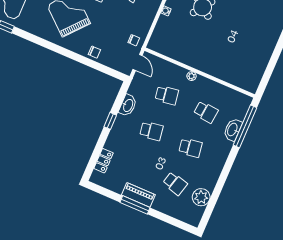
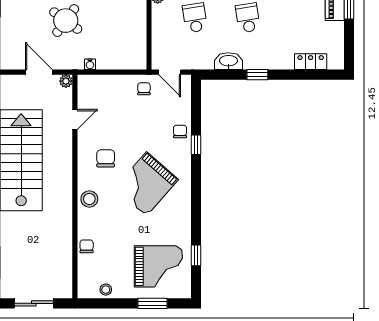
window: (81, 59) -> (196, 145), added
door: (137, 62) -> (170, 72), swing flipped

